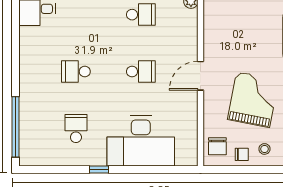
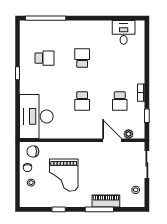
door: (200, 76) -> (112, 140), moved
grand piano: (253, 100) -> (64, 175), turned 79
desk: (141, 141) -> (36, 116), moved

